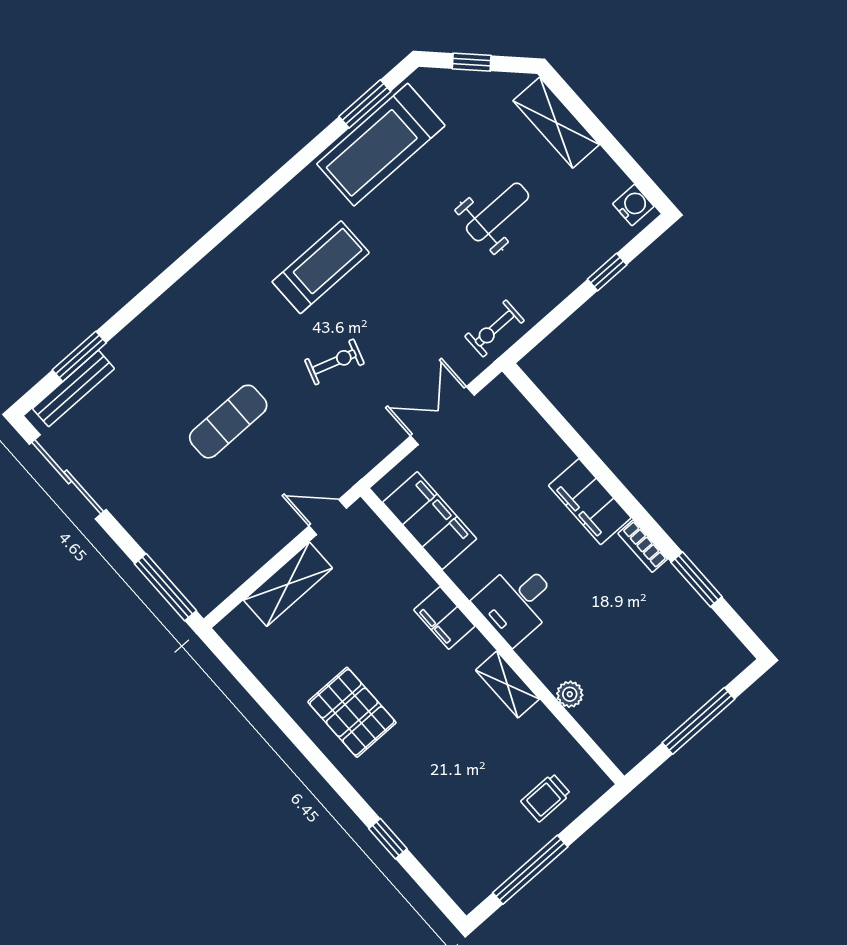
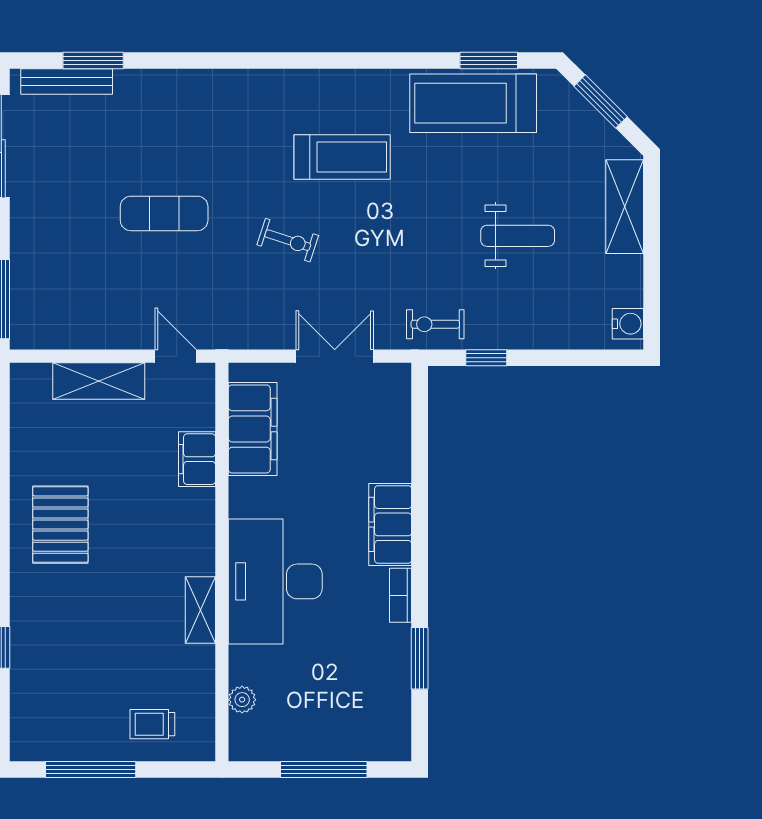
window: (472, 62) -> (601, 101), width x1.50
window: (607, 272) -> (486, 358), moved
desk: (517, 602) -> (275, 581), width x1.87, depth x1.30
filing cabinet: (444, 618) -> (197, 459), moved
plant: (570, 694) -> (242, 700), moved

